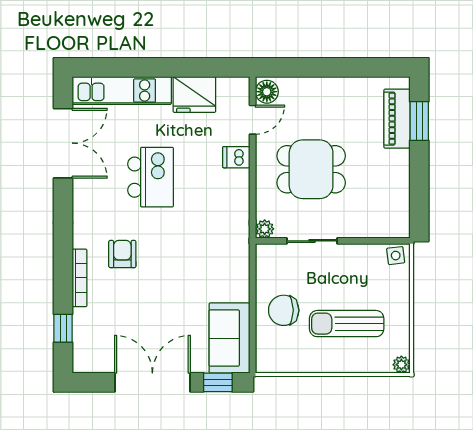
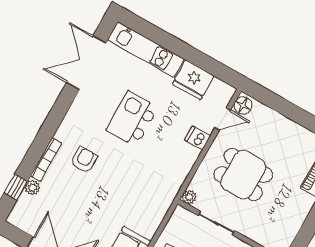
double door: (63, 143) -> (86, 63), swing flipped
kitchen island: (151, 177) -> (132, 119), turned 180
plant: (82, 318) -> (32, 188), added

